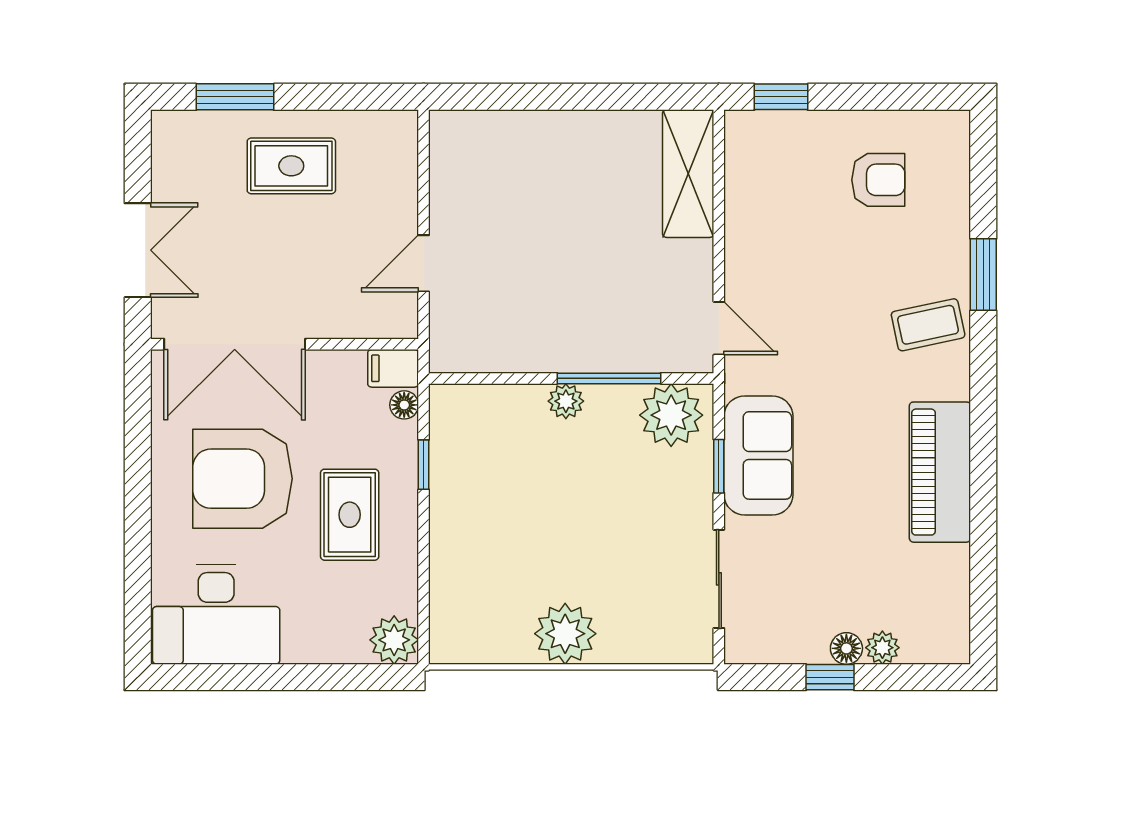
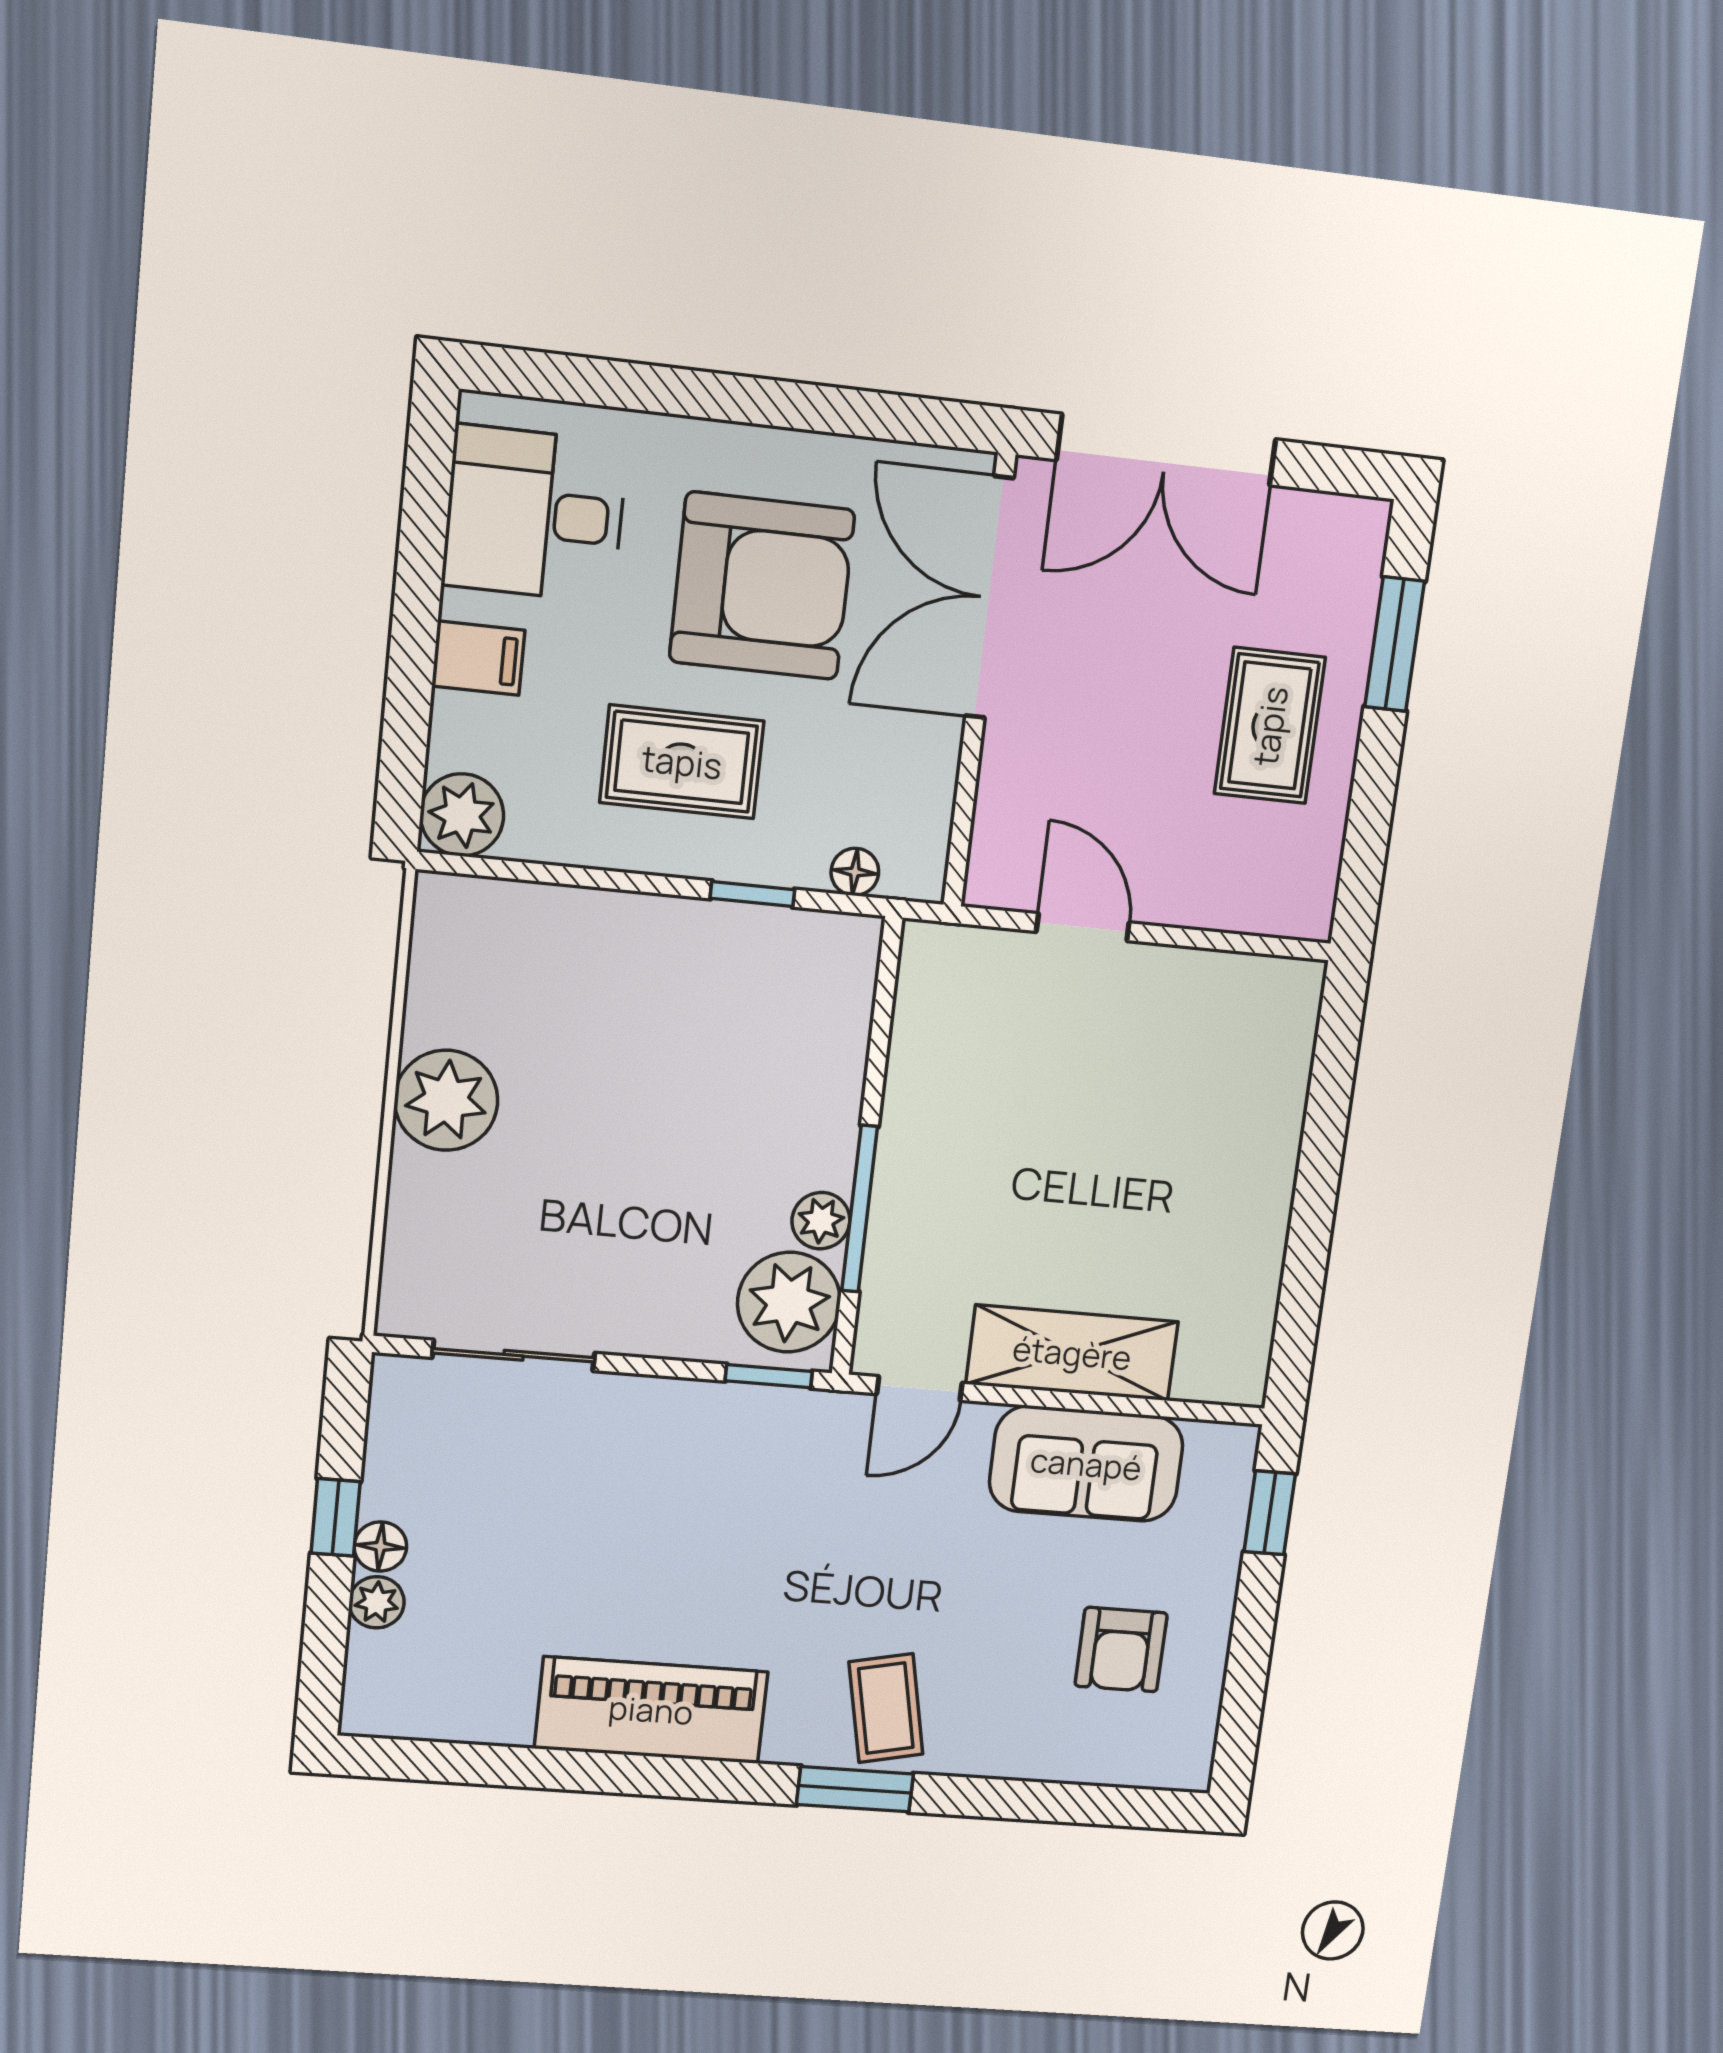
shelving: (688, 174) -> (1072, 1353), moved
double door: (138, 250) -> (1166, 450), width x1.37
window: (983, 275) -> (855, 1789), moved
filing cabinet: (393, 368) -> (478, 658), moved, turned 90
plant: (566, 401) -> (821, 1221), moved
sofa: (758, 455) -> (1086, 1464), moved
window: (719, 466) -> (769, 1376), moved
armchair: (243, 479) -> (762, 586), turned 90
desk: (216, 614) -> (535, 514), width x0.73

